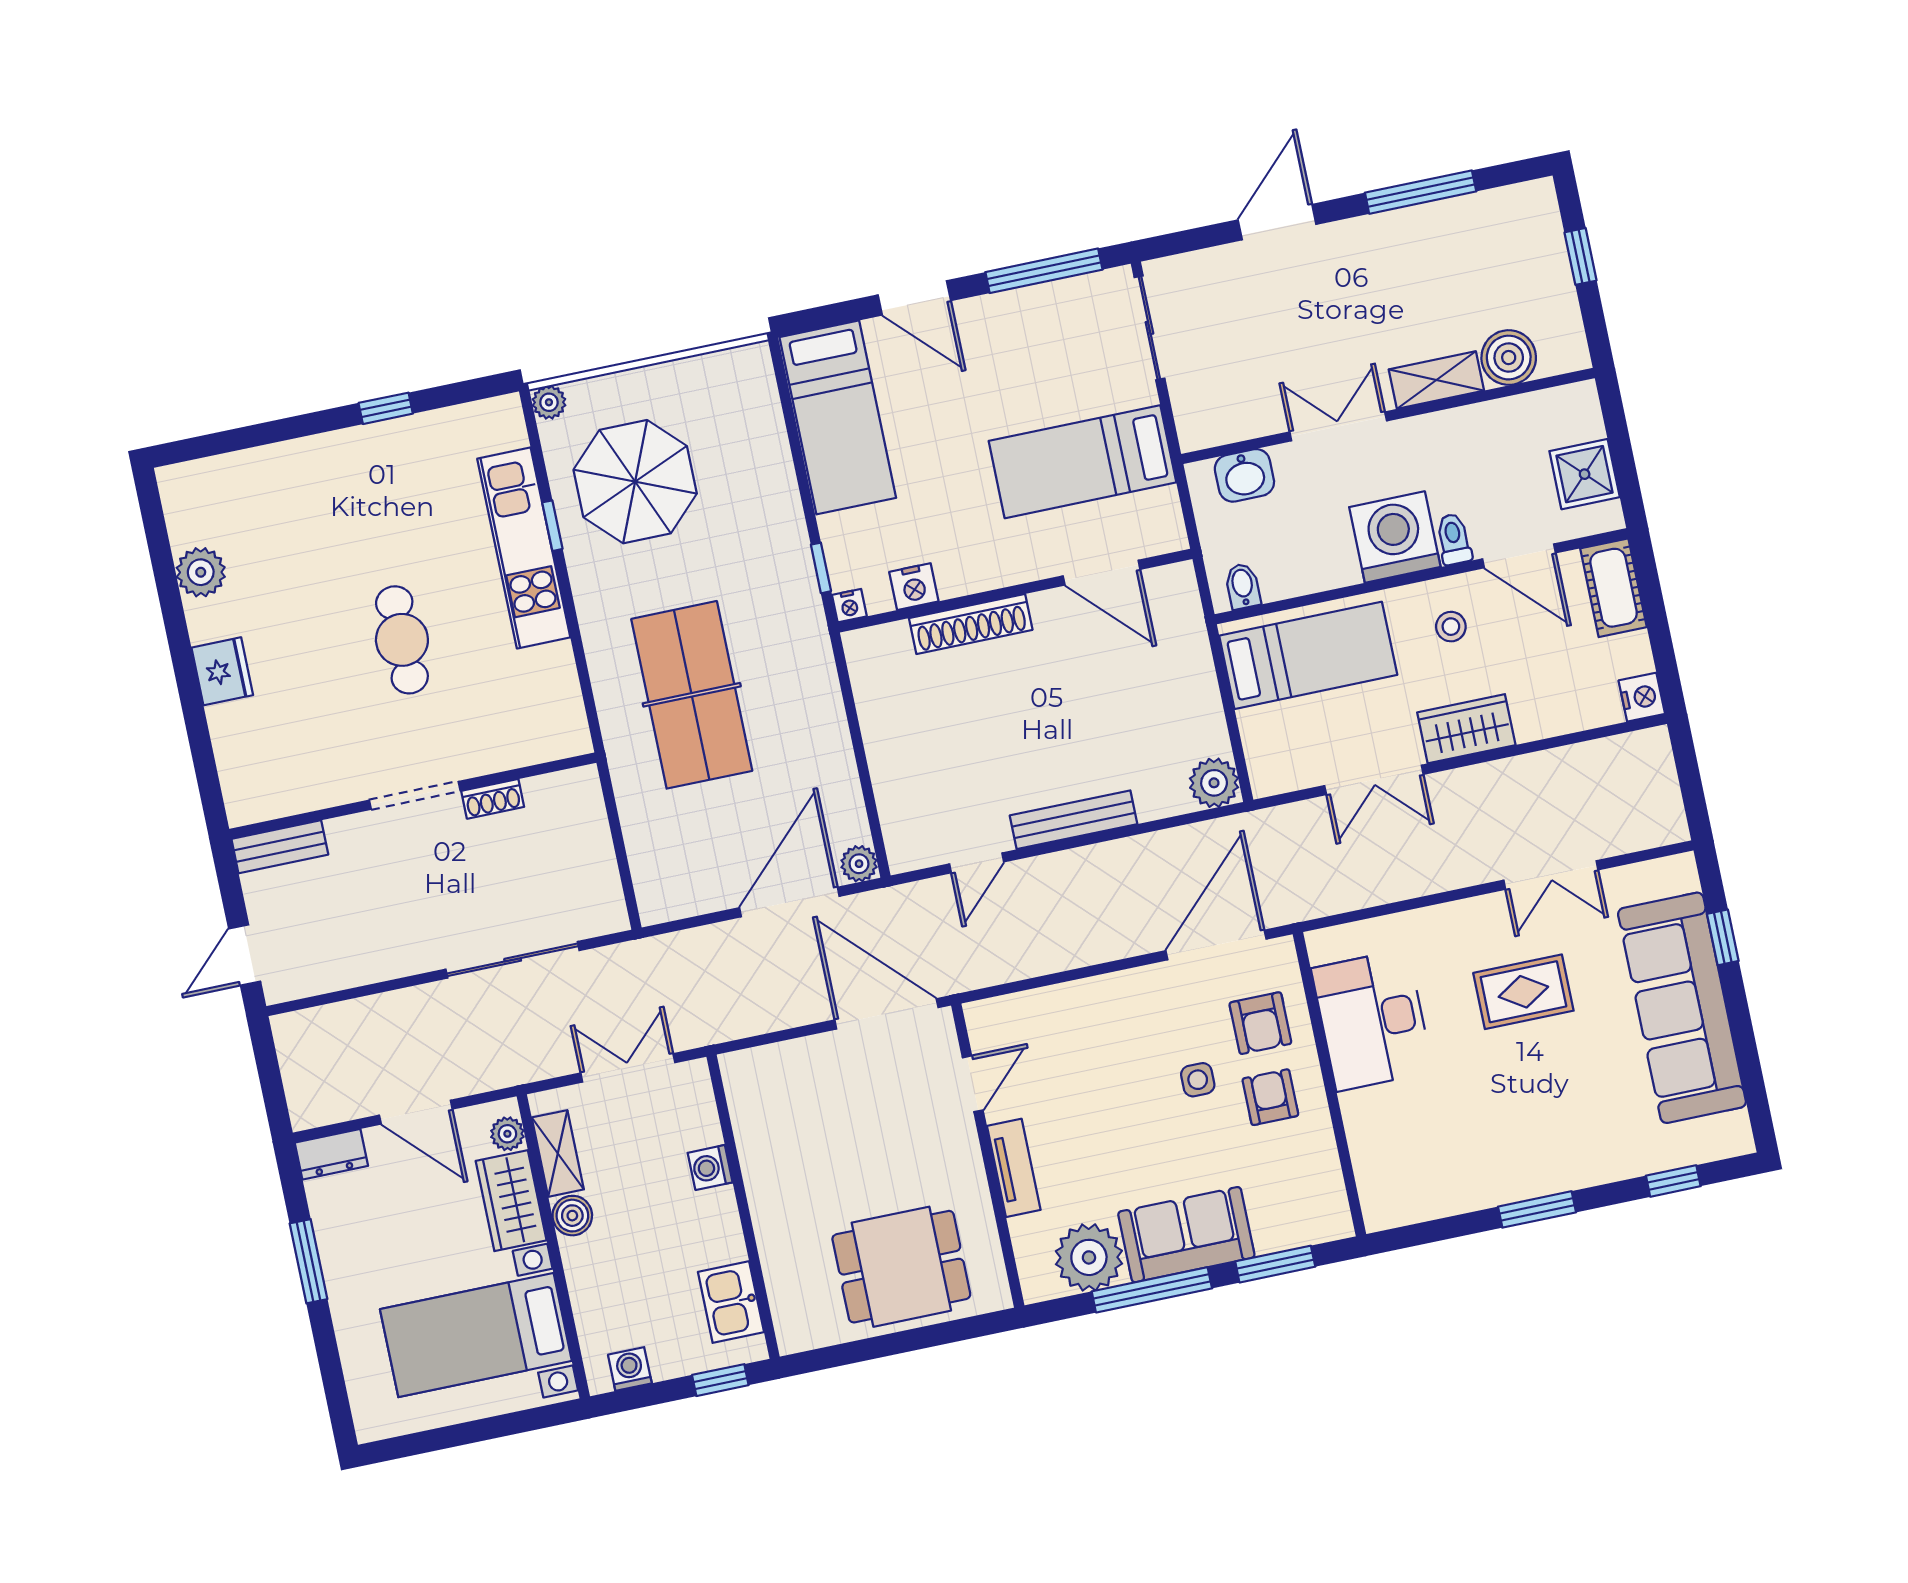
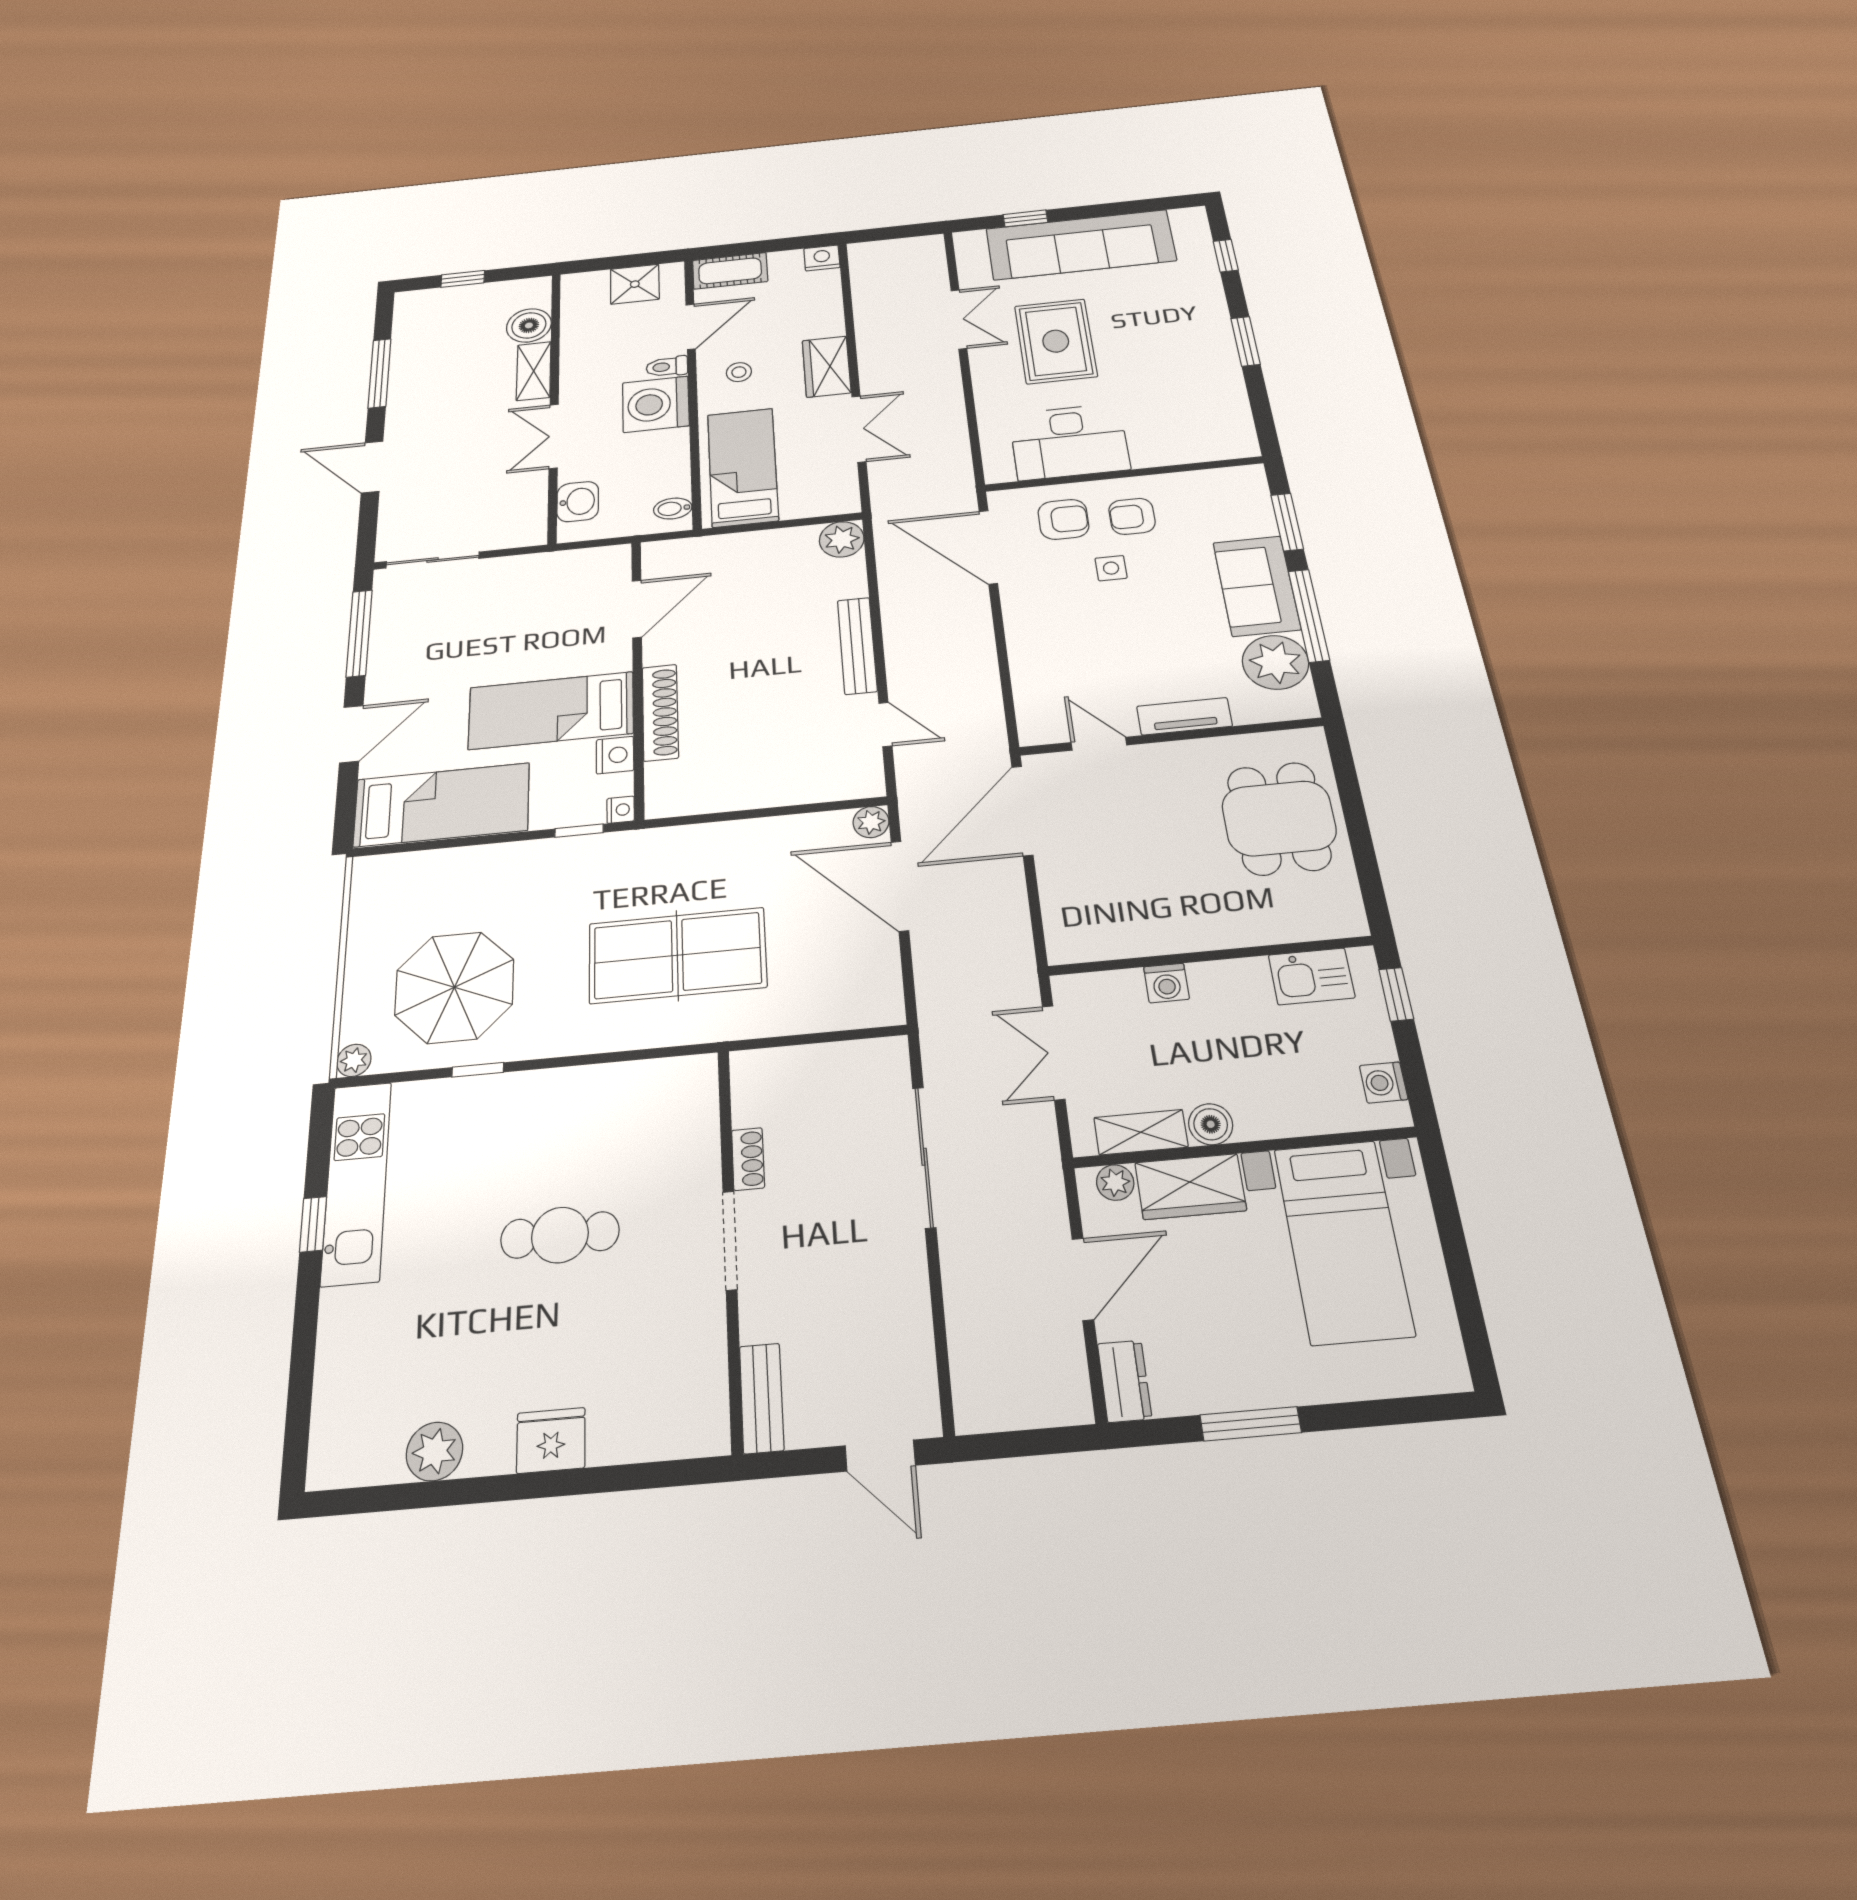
bed: (1082, 462) -> (551, 710), moved, turned 90
kitchen unit: (524, 548) -> (356, 1182), moved, turned -90
rug: (1523, 992) -> (1056, 341), width x1.36, depth x1.43

